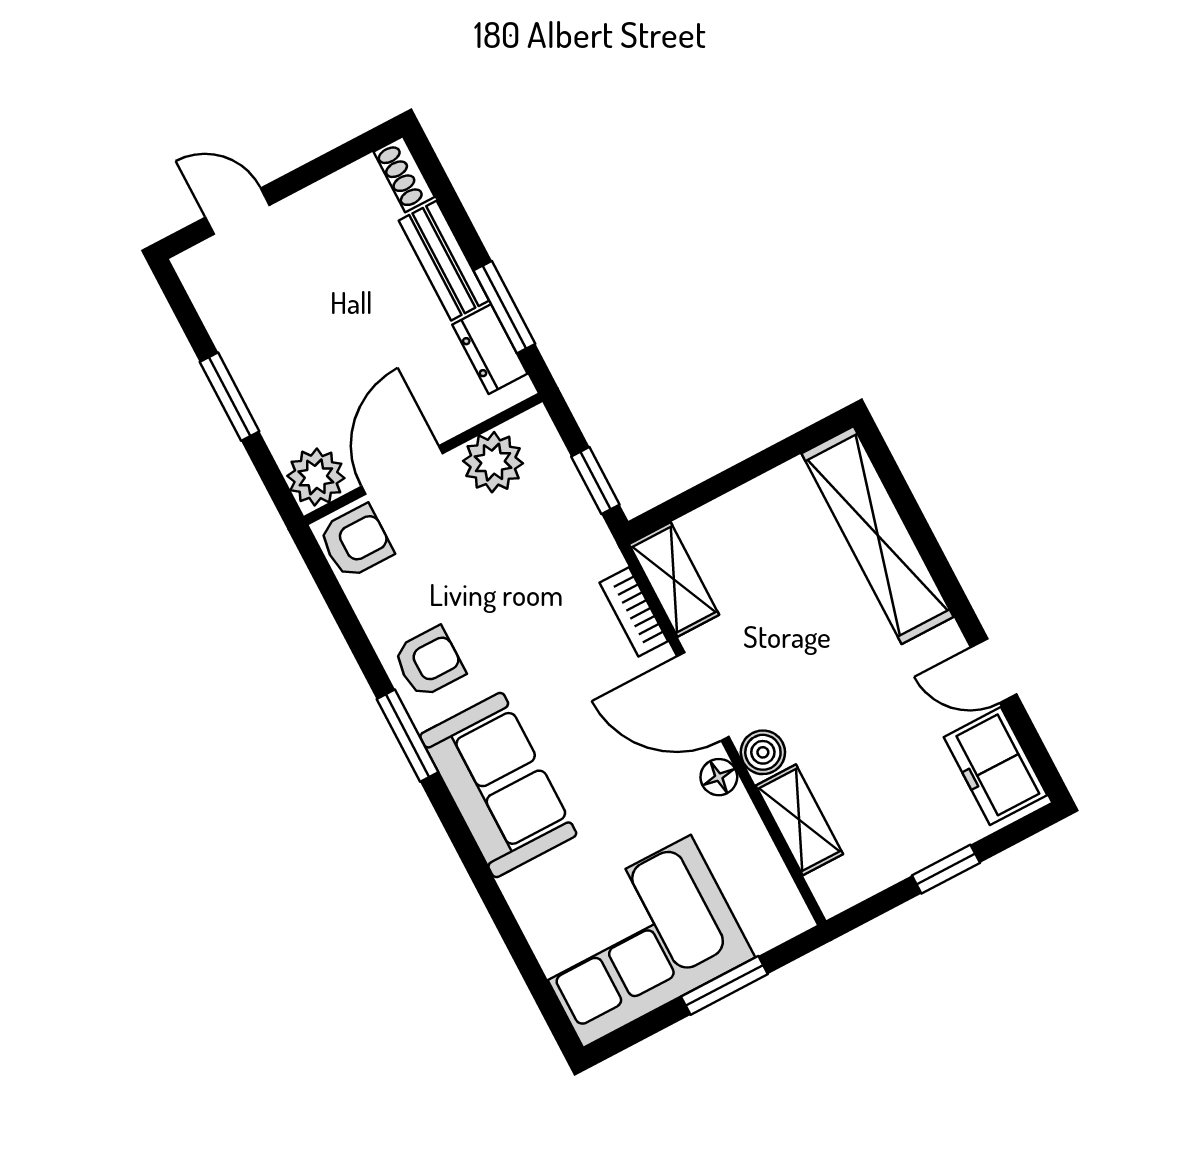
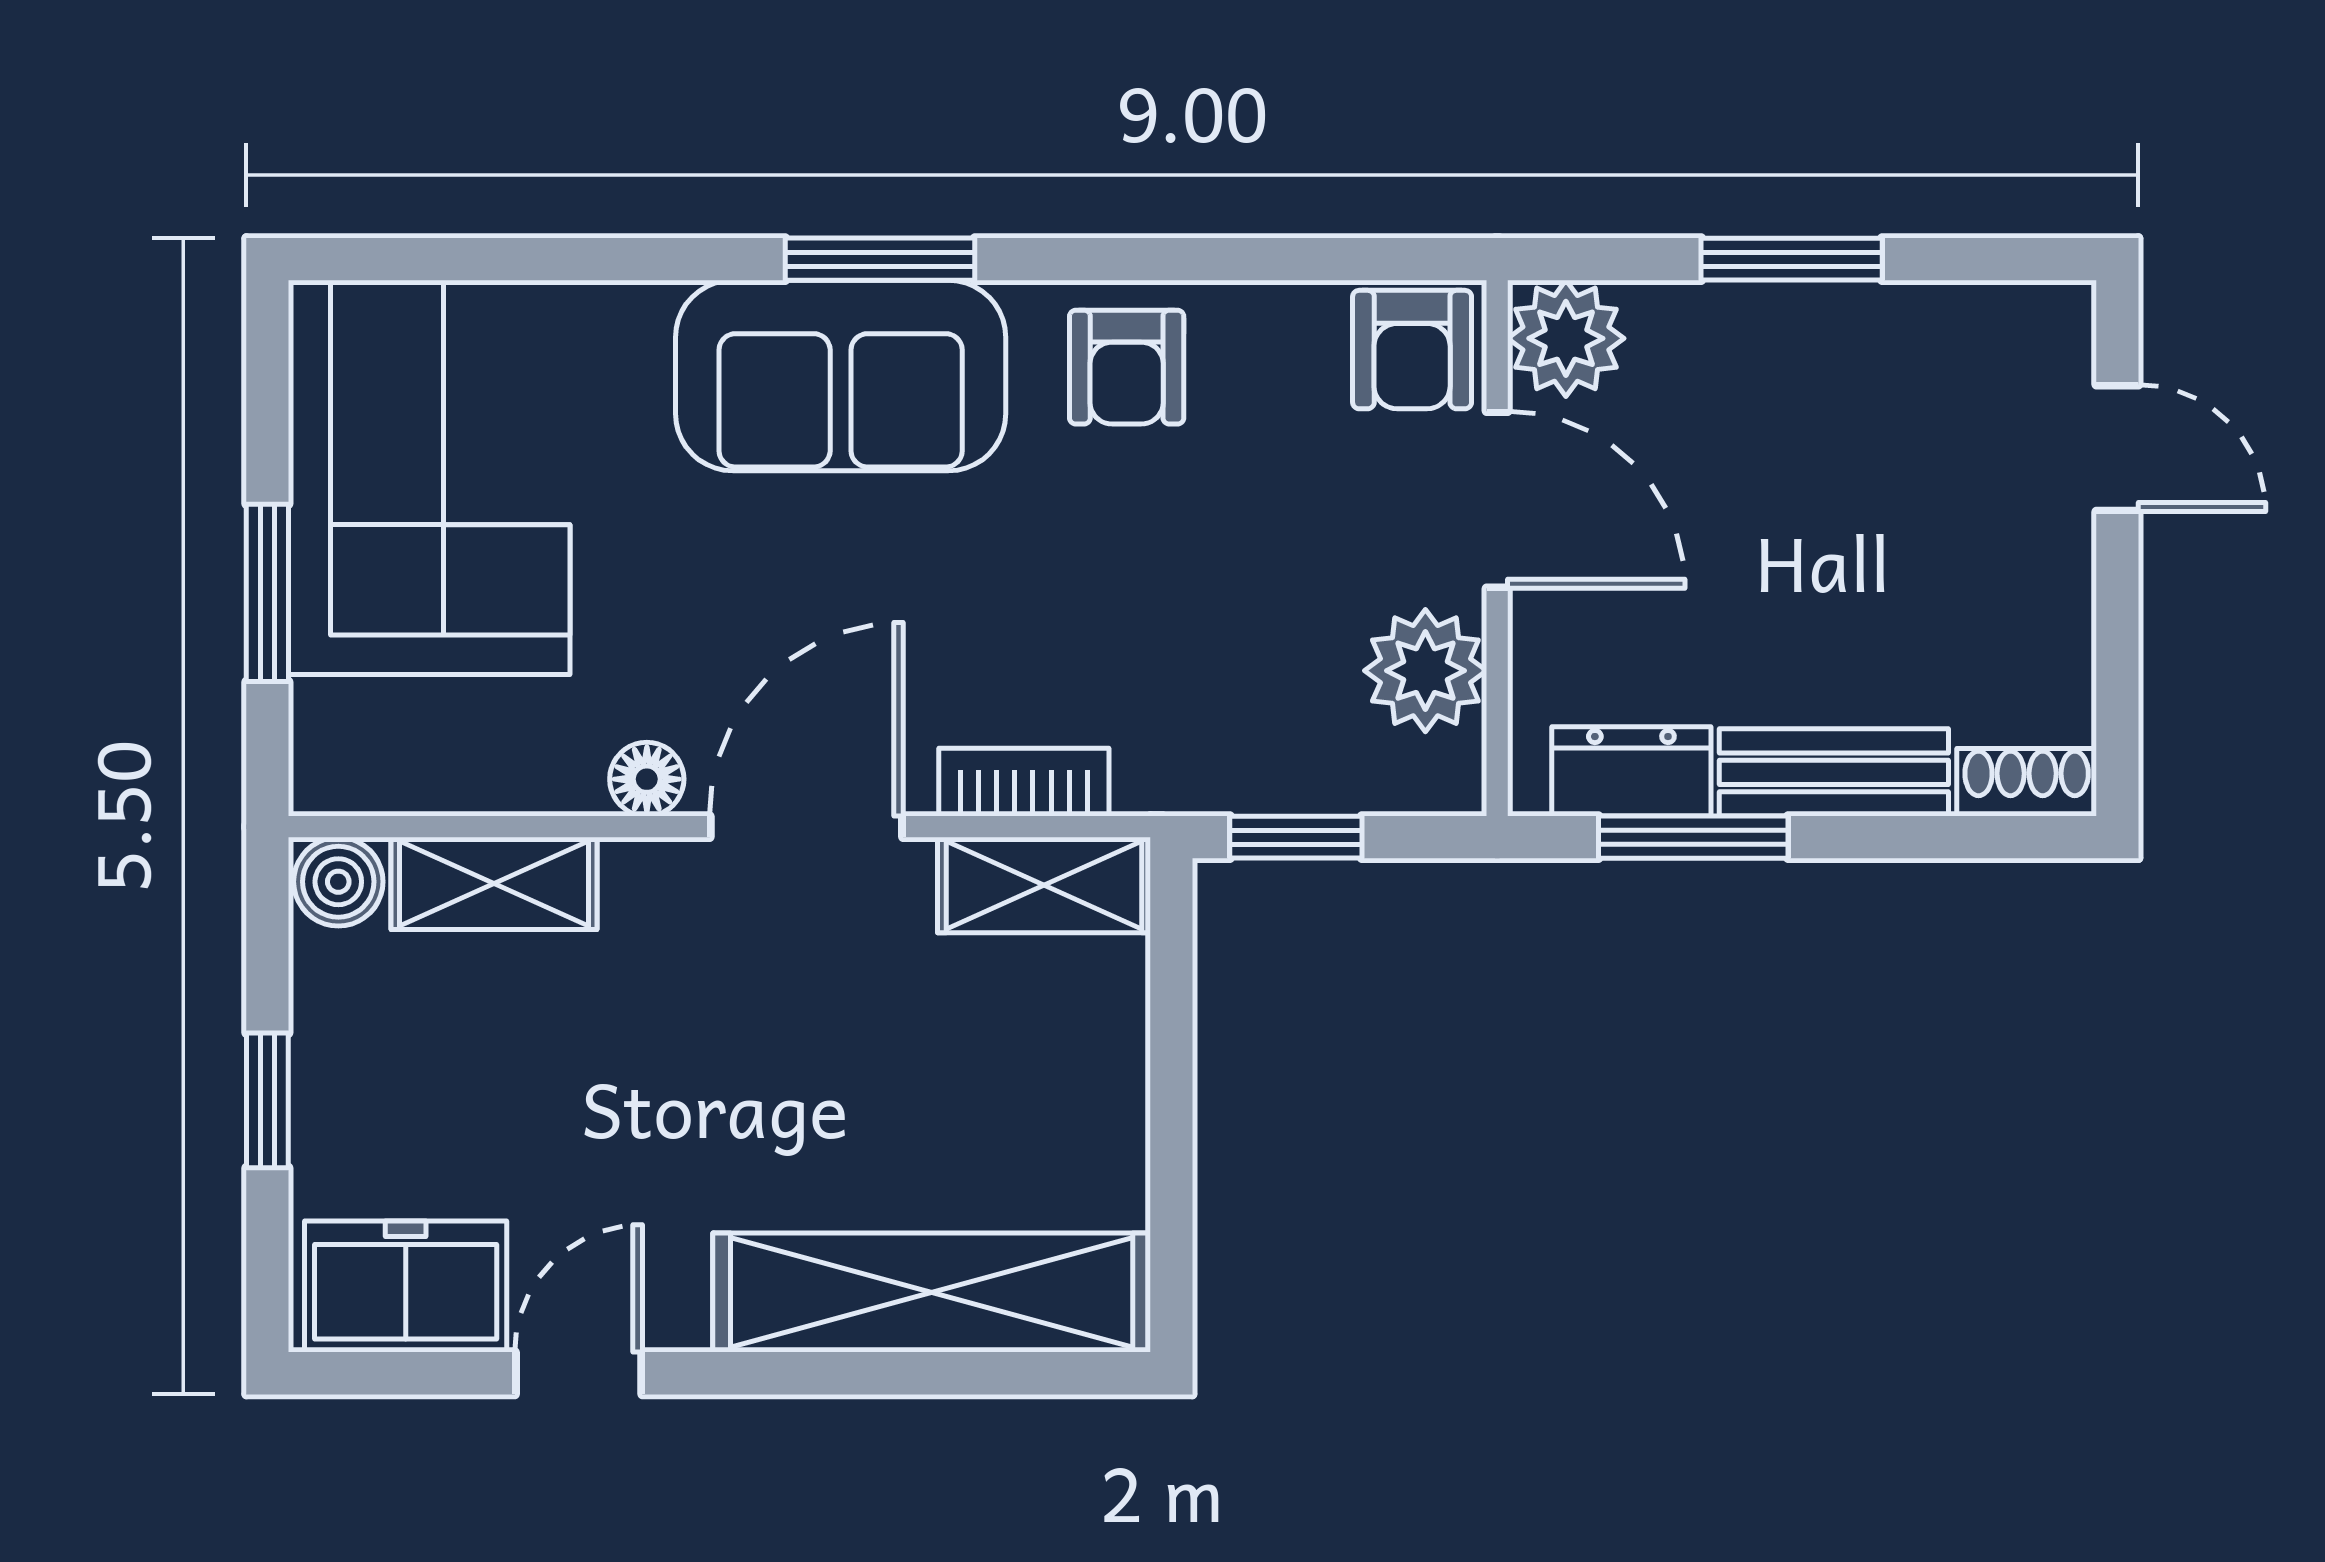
door: (237, 211) -> (2117, 448), hinge flipped
window: (408, 736) -> (880, 259), moved
boiler: (763, 752) -> (338, 882), moved

